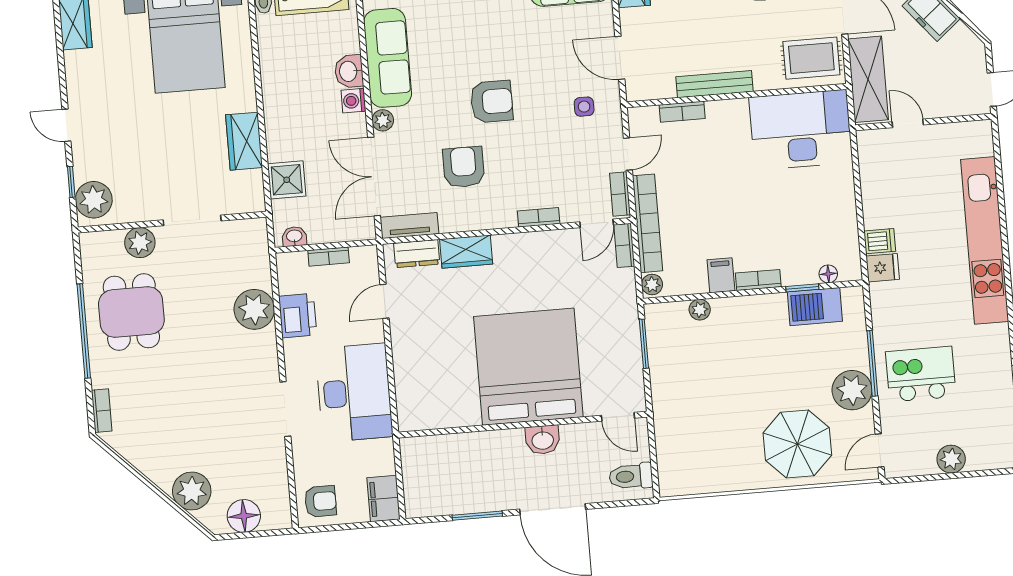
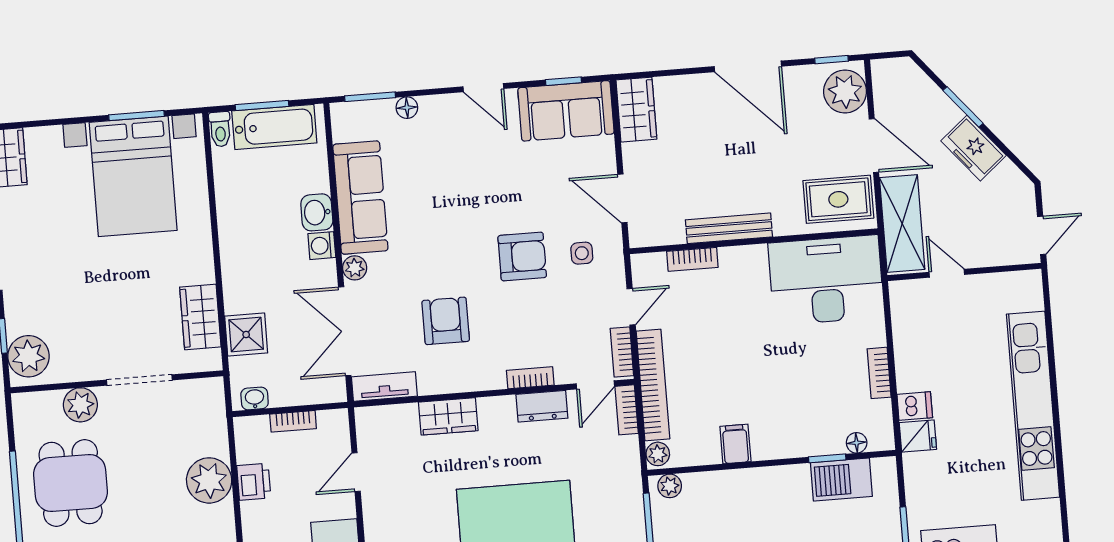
armchair: (492, 102) -> (522, 256), moved
wardrobe: (244, 141) -> (200, 317), moved
dresser: (417, 254) -> (542, 406), moved
bookcase: (758, 280) -> (879, 373), moved, turned -90
plant: (700, 310) -> (670, 486), moved
printer: (298, 316) -> (254, 482), width x0.73, depth x0.81

